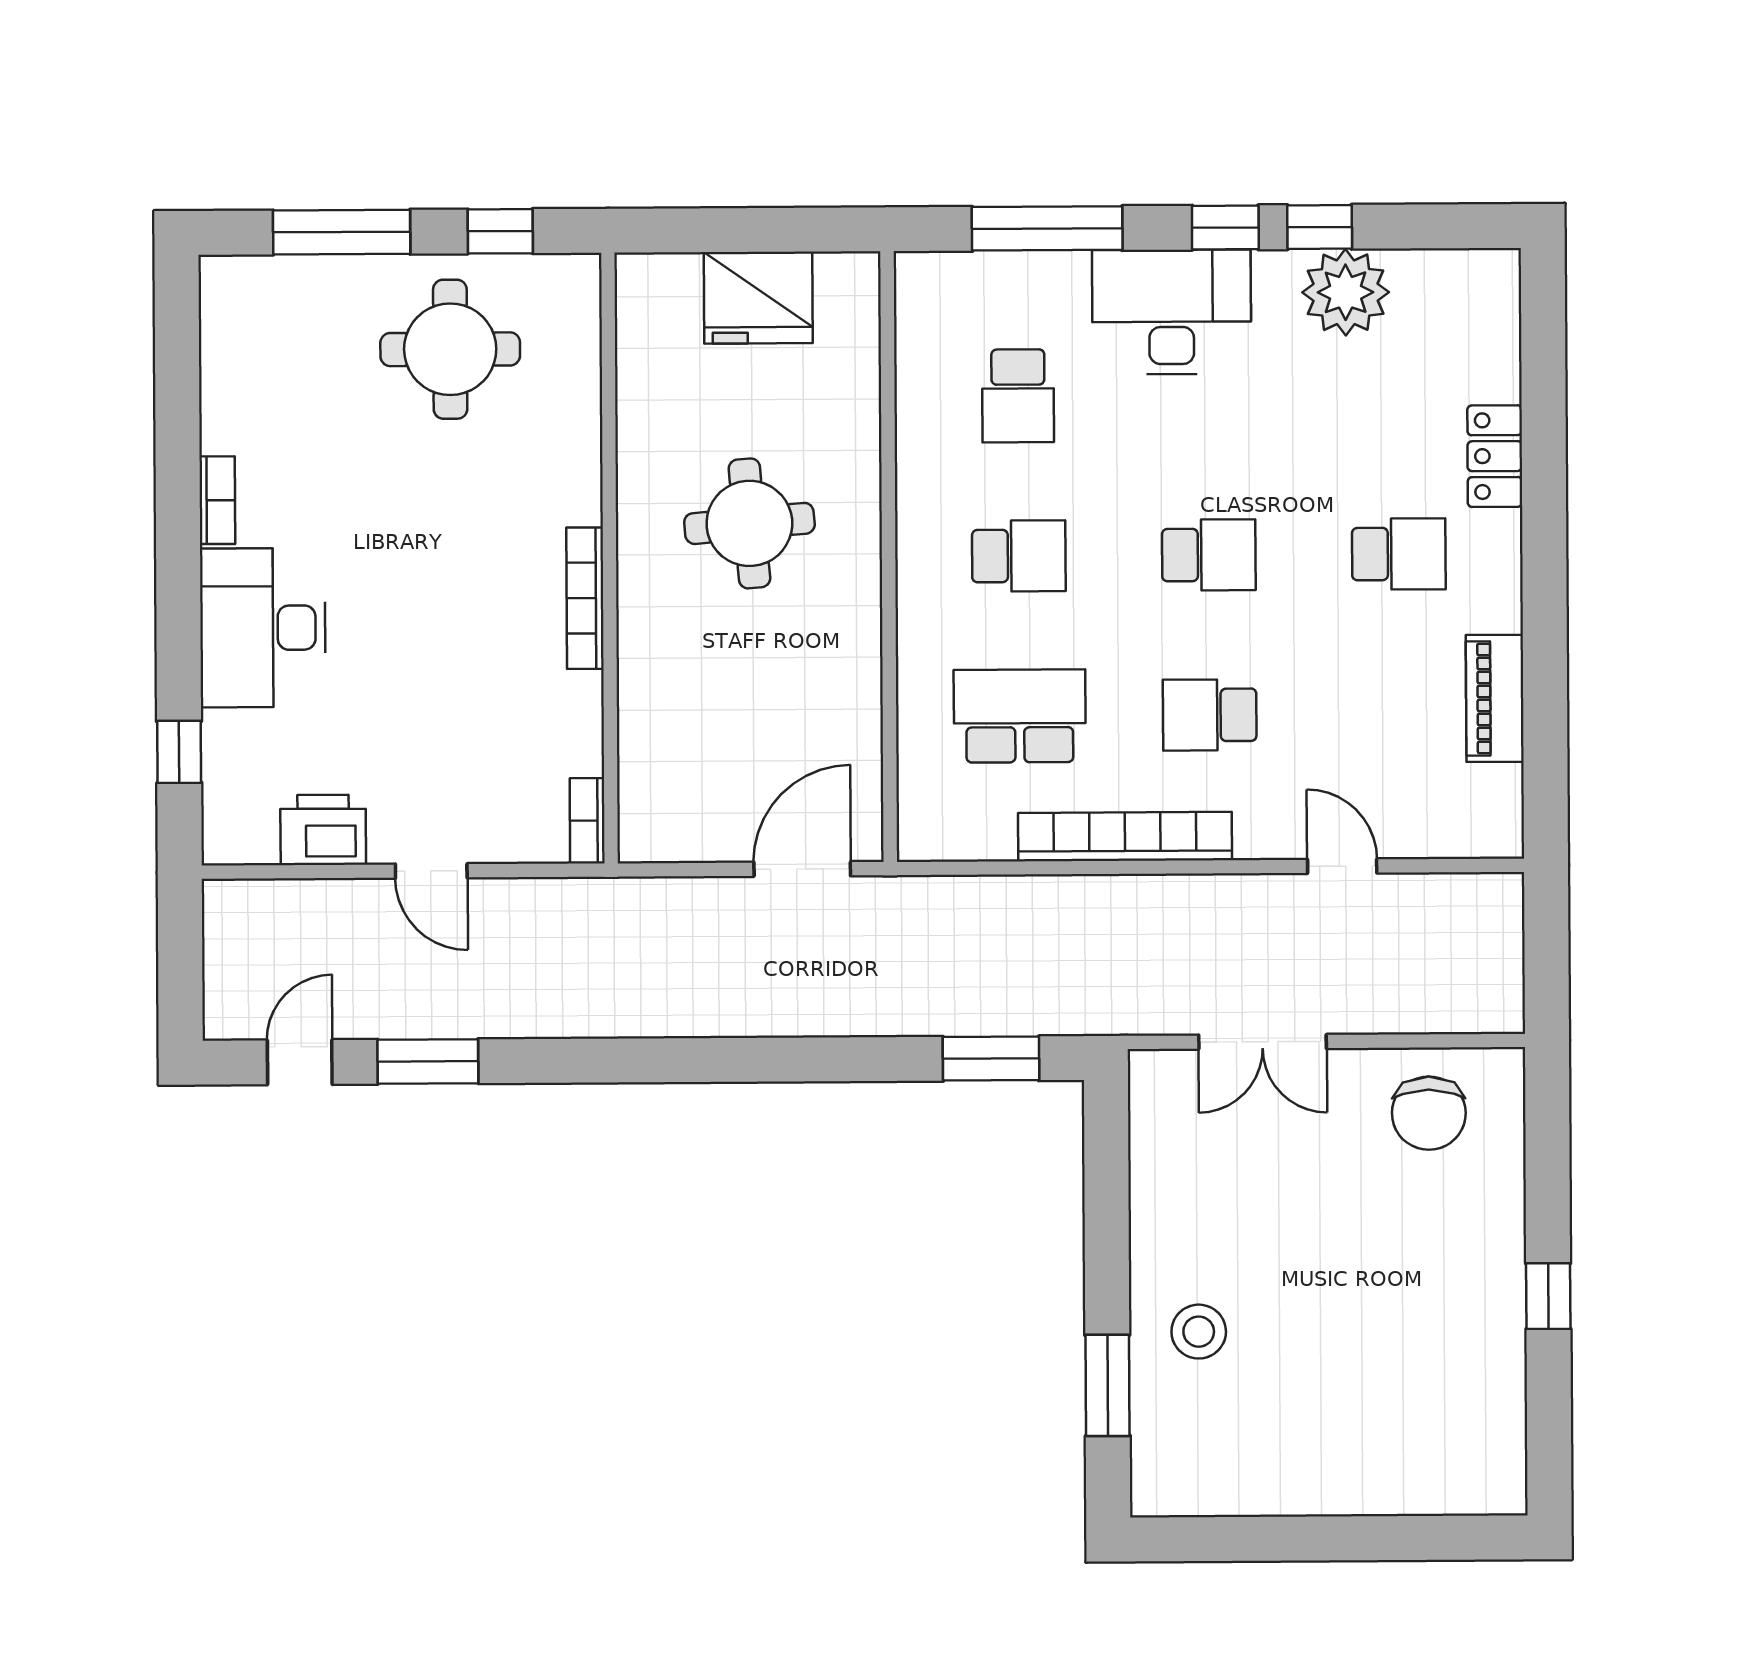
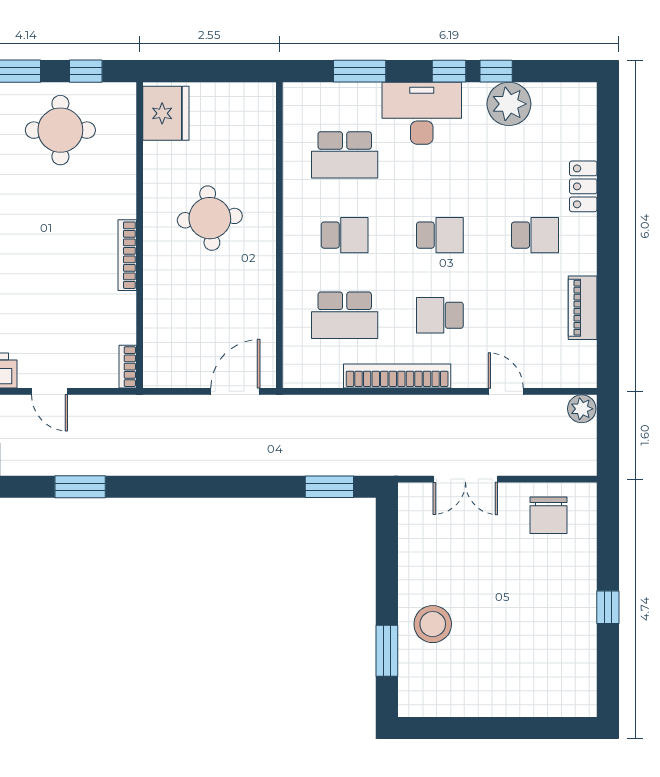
window: (1047, 228) -> (360, 71), width x0.69
fridge: (758, 298) -> (166, 113), moved, turned -90
school desk: (1018, 396) -> (345, 155), width x1.85
school desk: (1020, 716) -> (345, 315), turned 180
plant: (1494, 900) -> (582, 409), added
window: (428, 1061) -> (80, 487), moved
stool: (1199, 1332) -> (433, 624), width x1.38, depth x1.38

